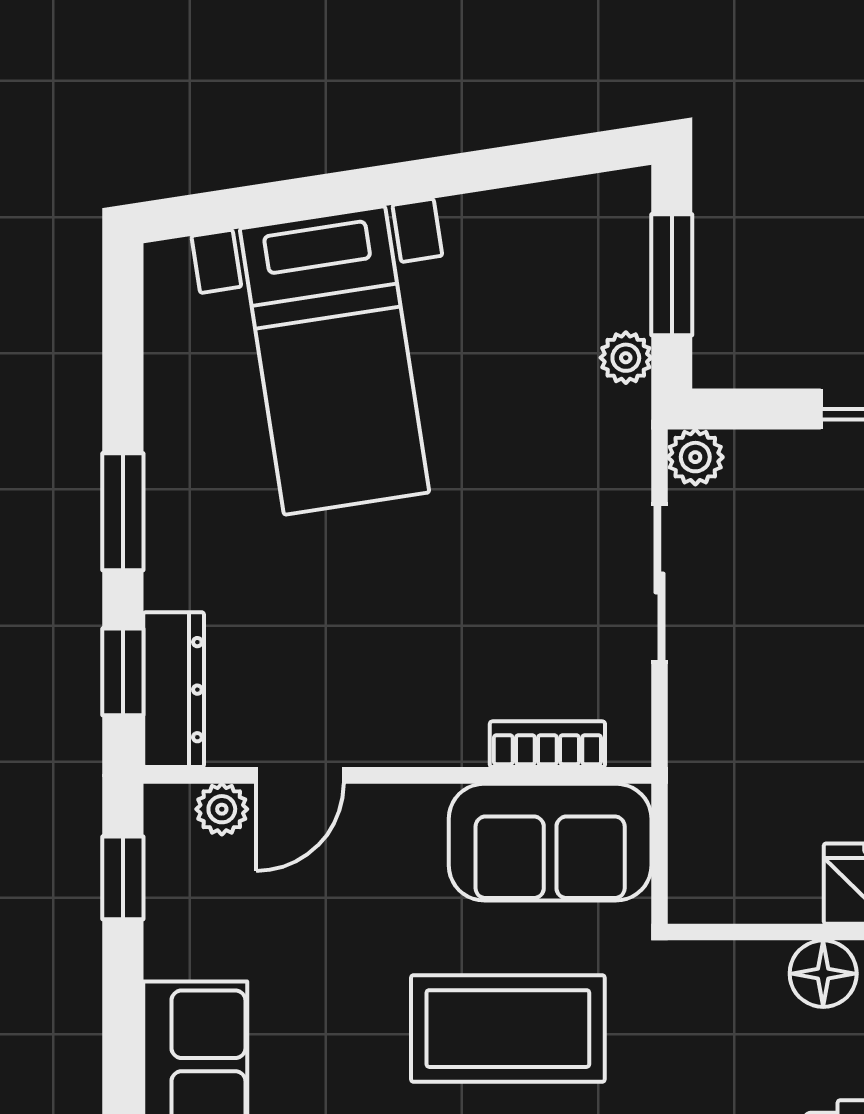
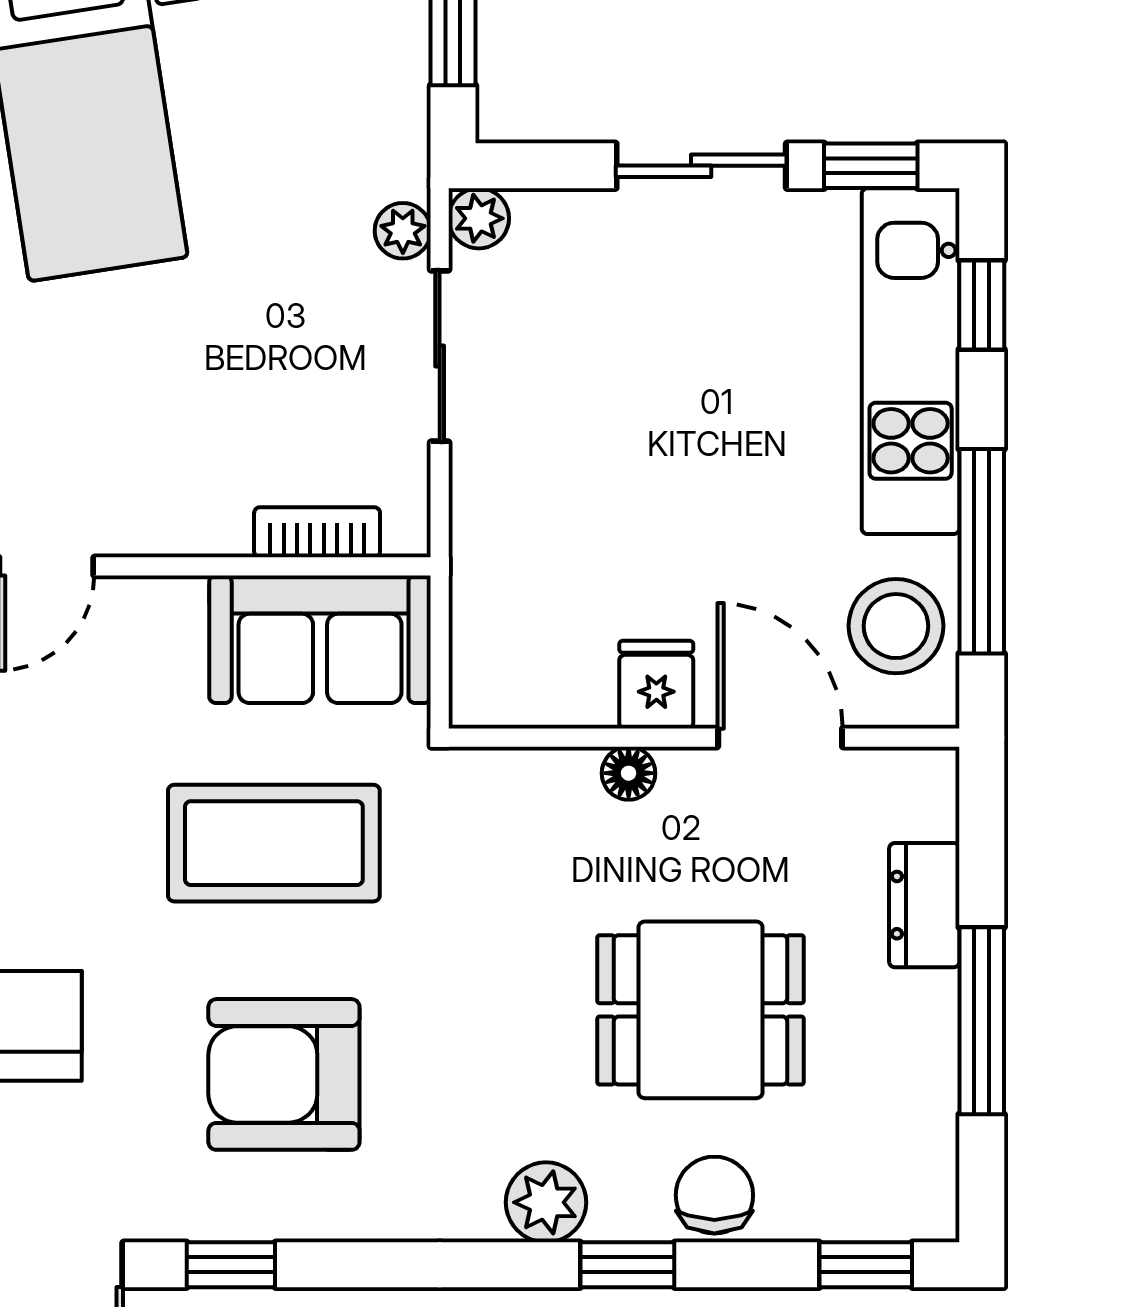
plant: (626, 358) -> (403, 231), moved
floor lamp: (823, 974) -> (629, 773), width x0.73, depth x0.73

